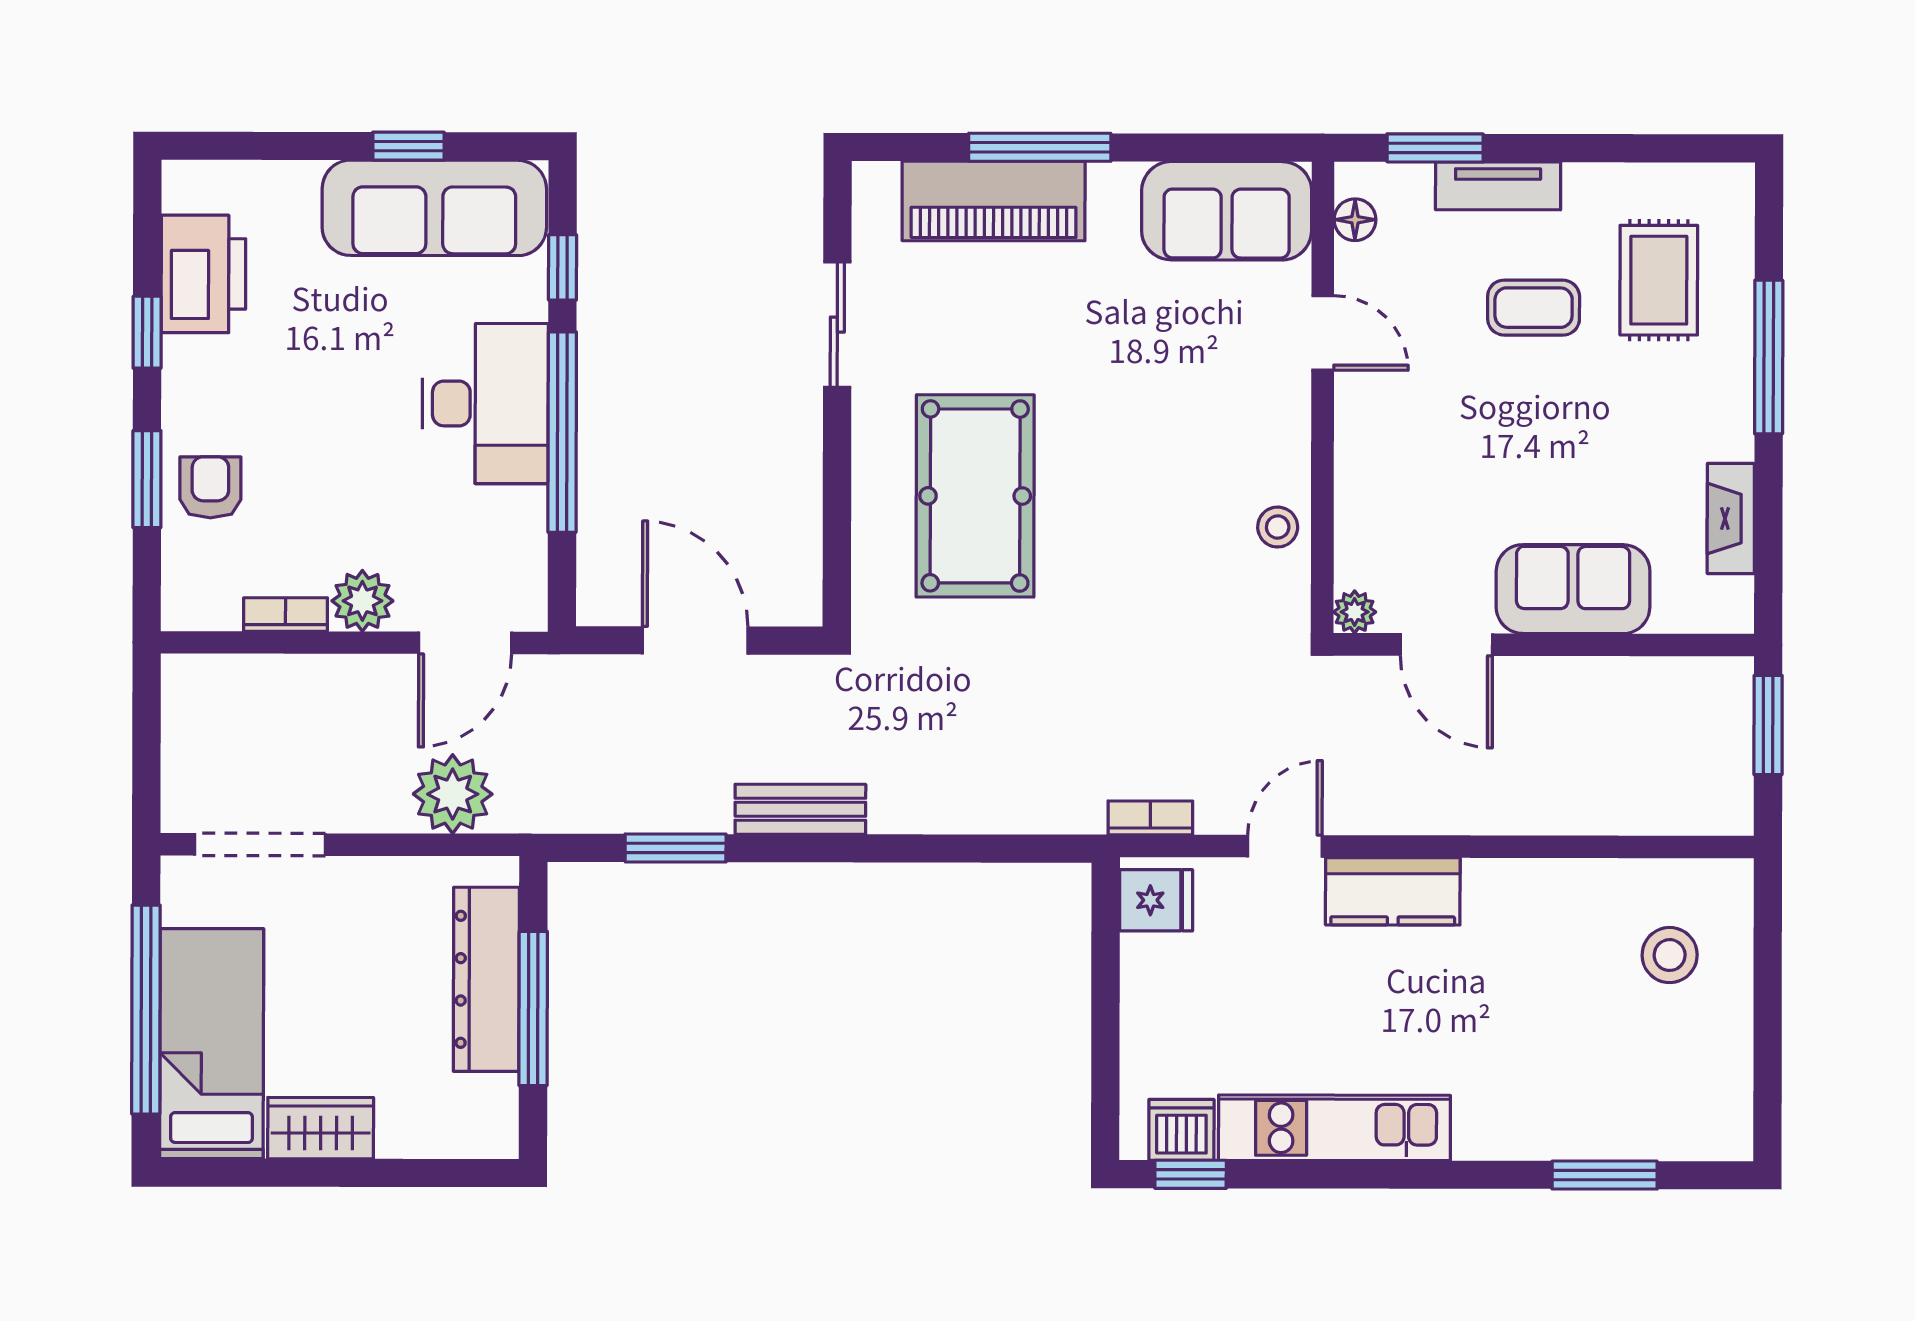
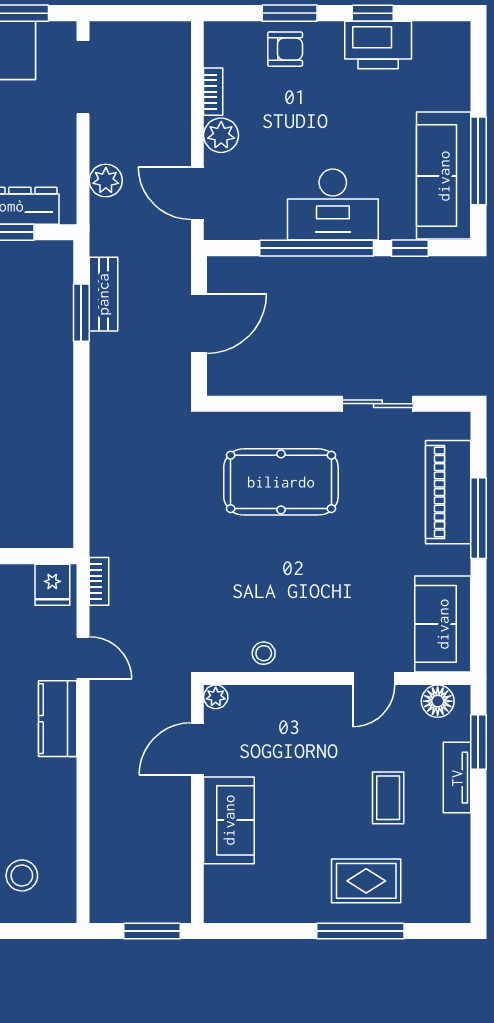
window: (408, 146) -> (478, 161), width x2.17
floor lamp: (1355, 220) -> (438, 701), width x1.37, depth x1.37
printer: (203, 274) -> (378, 45), moved
rug: (1659, 280) -> (366, 881), moved
fireplace: (1731, 519) -> (269, 910), removed
plant: (453, 794) -> (106, 181), width x0.73, depth x0.73
bench: (800, 809) -> (103, 294), moved

